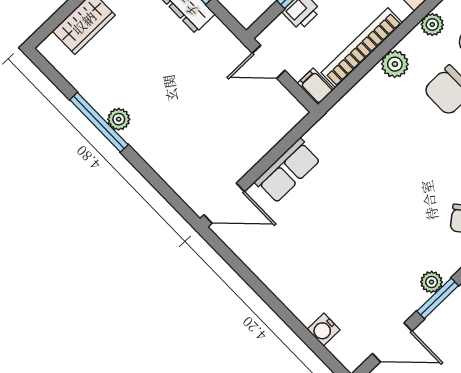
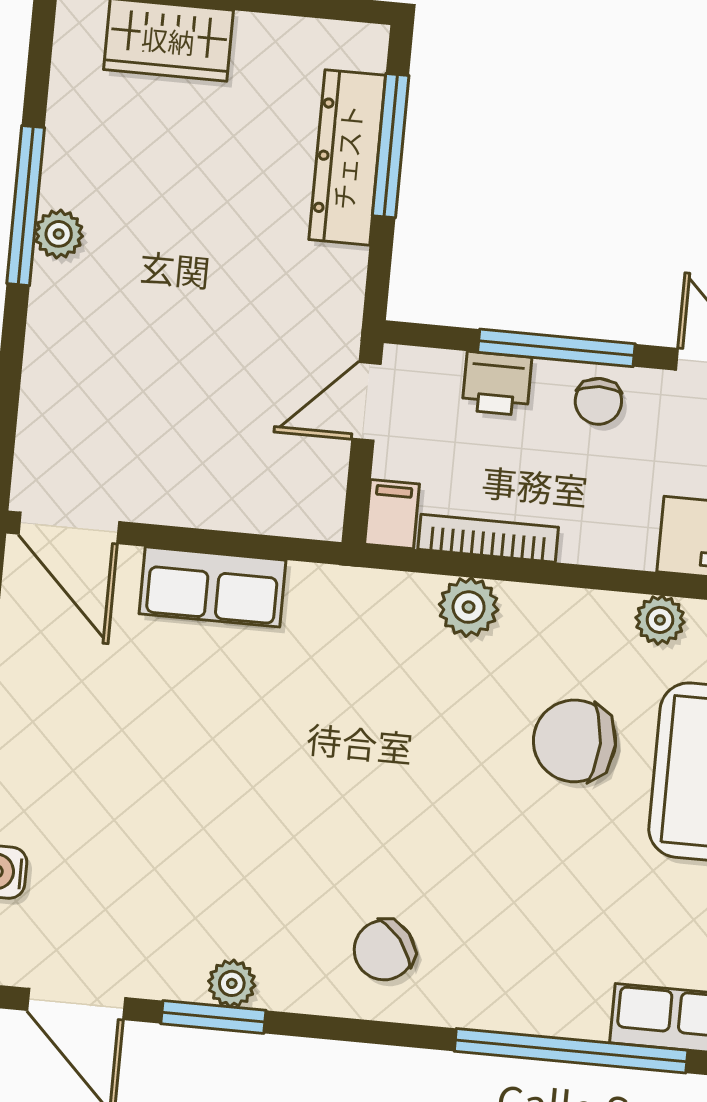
bookcase: (362, 48) -> (488, 538), width x0.68, depth x0.76
door: (269, 62) -> (366, 401), hinge flipped
plant: (395, 64) -> (469, 607), moved

